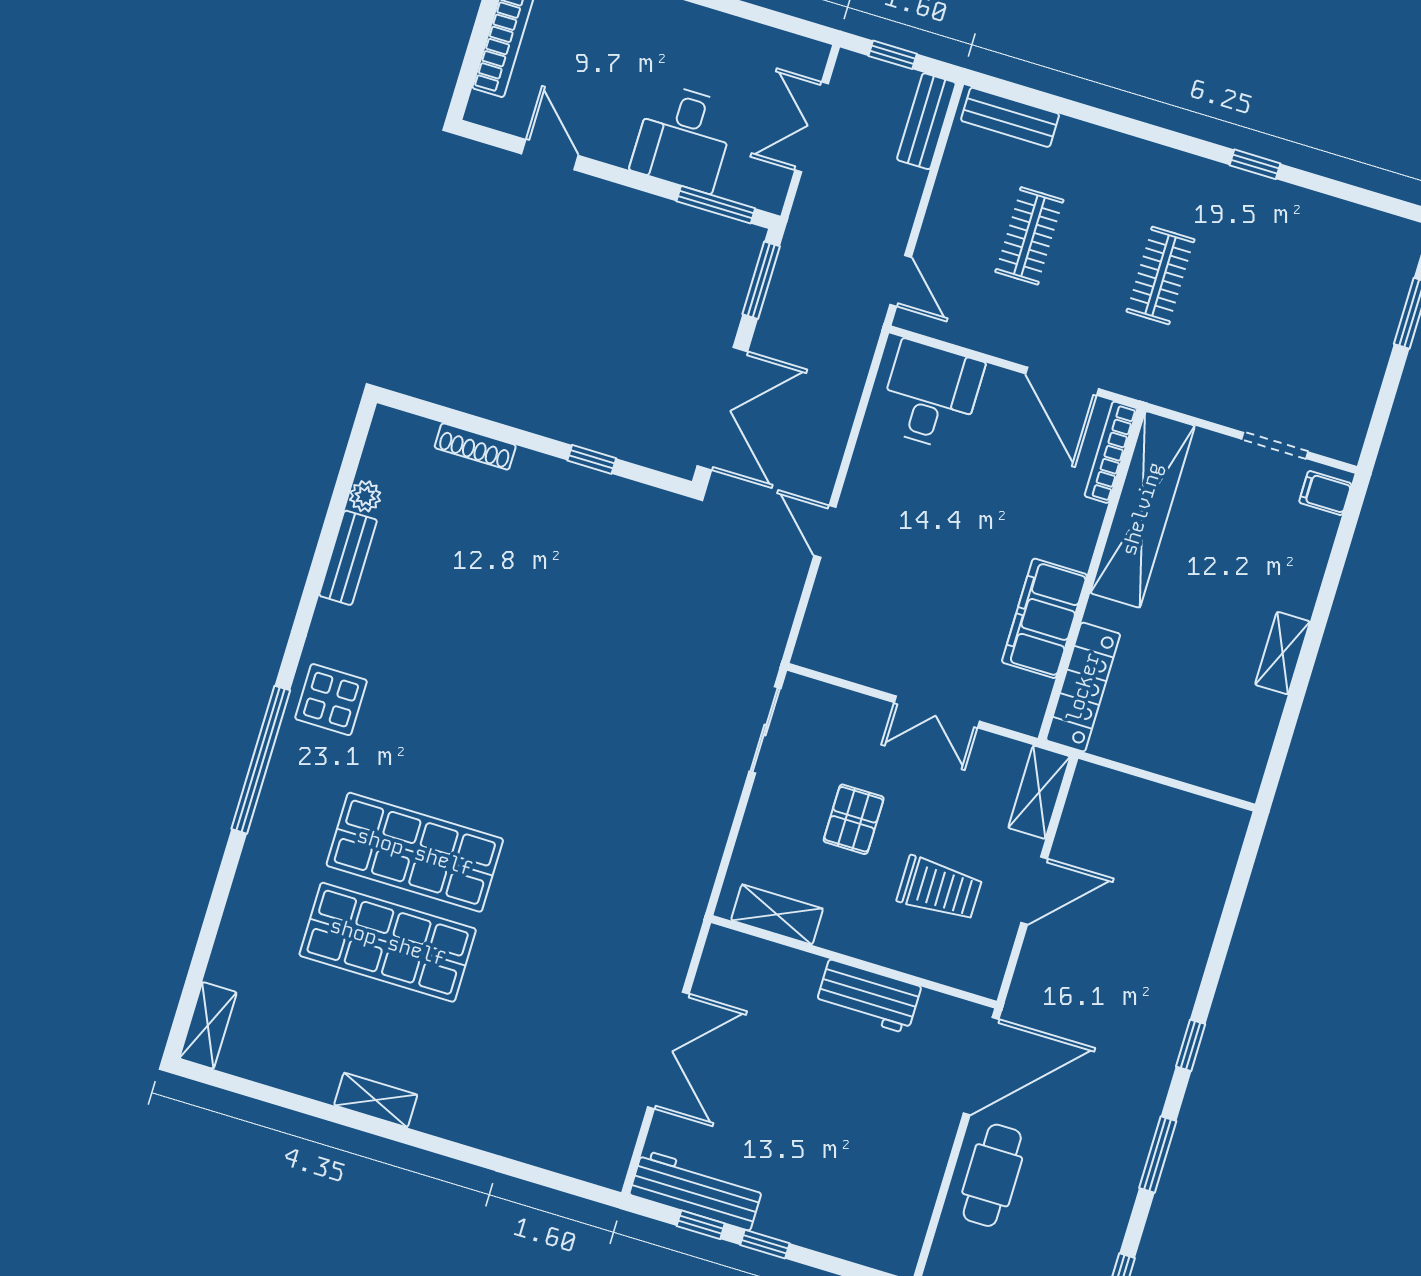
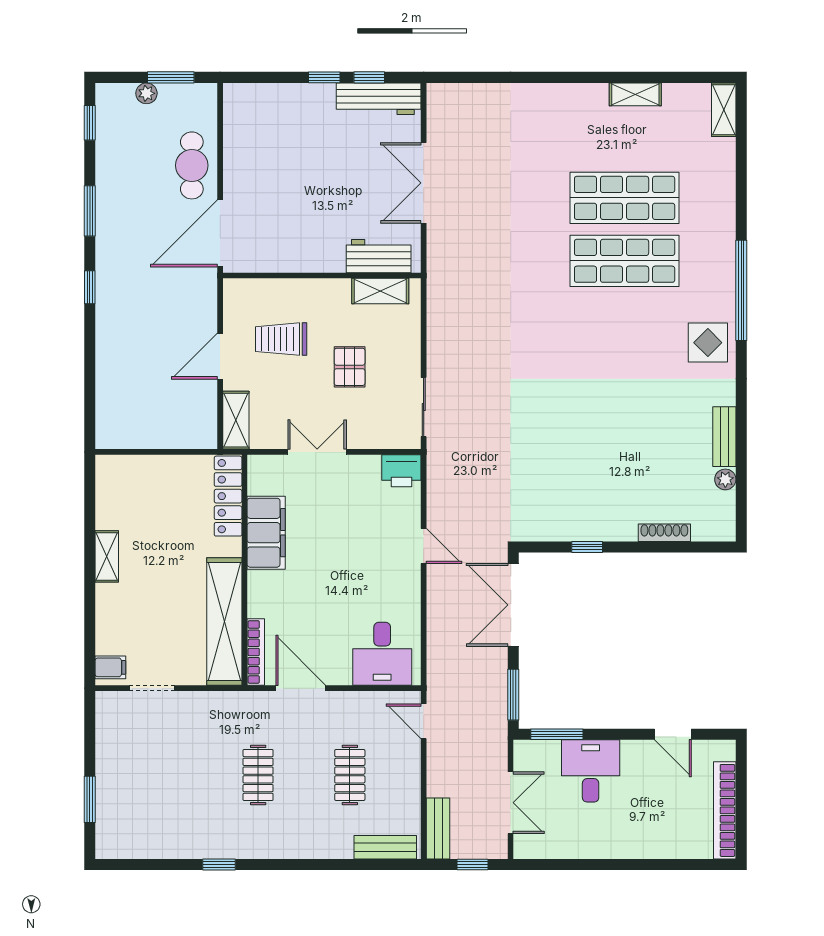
printer: (824, 648) -> (401, 471), added
workbench: (868, 996) -> (379, 256), moved
shelving: (376, 1100) -> (635, 94), moved

